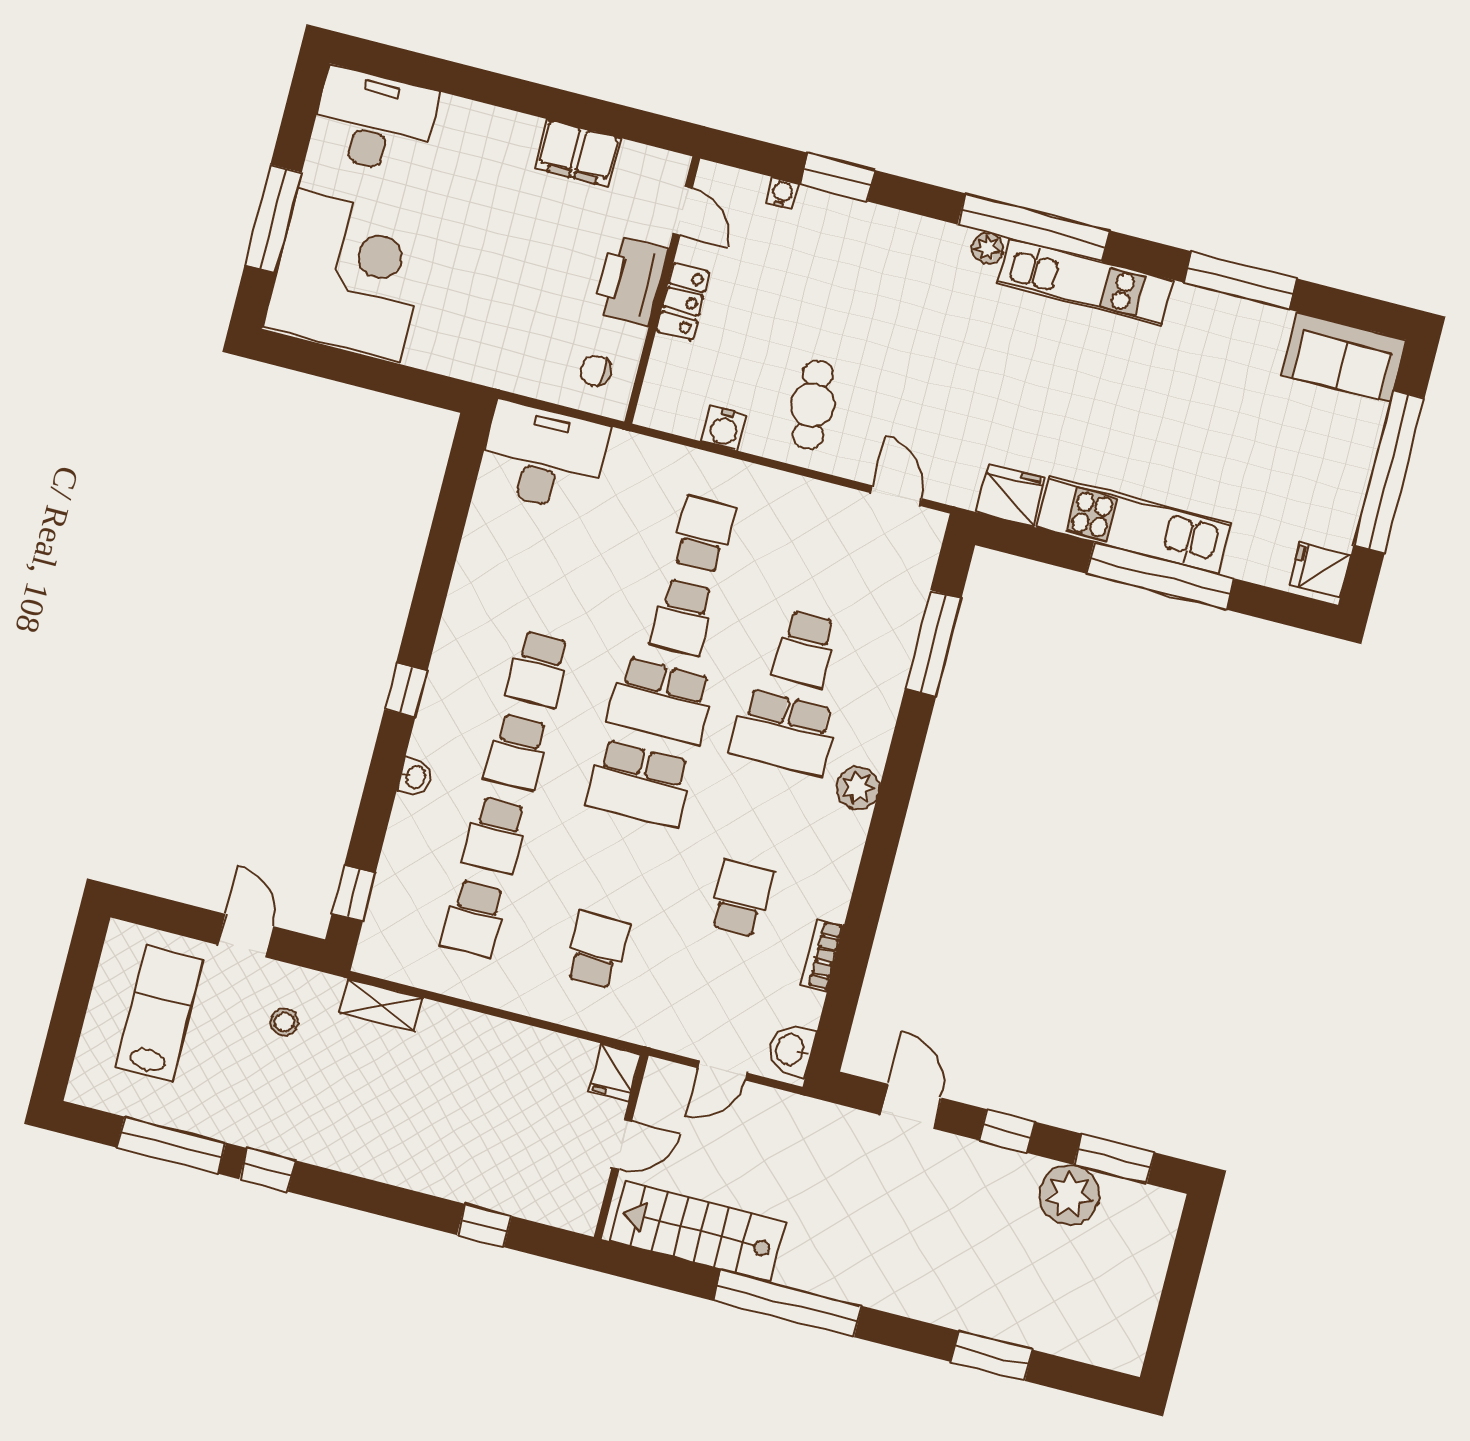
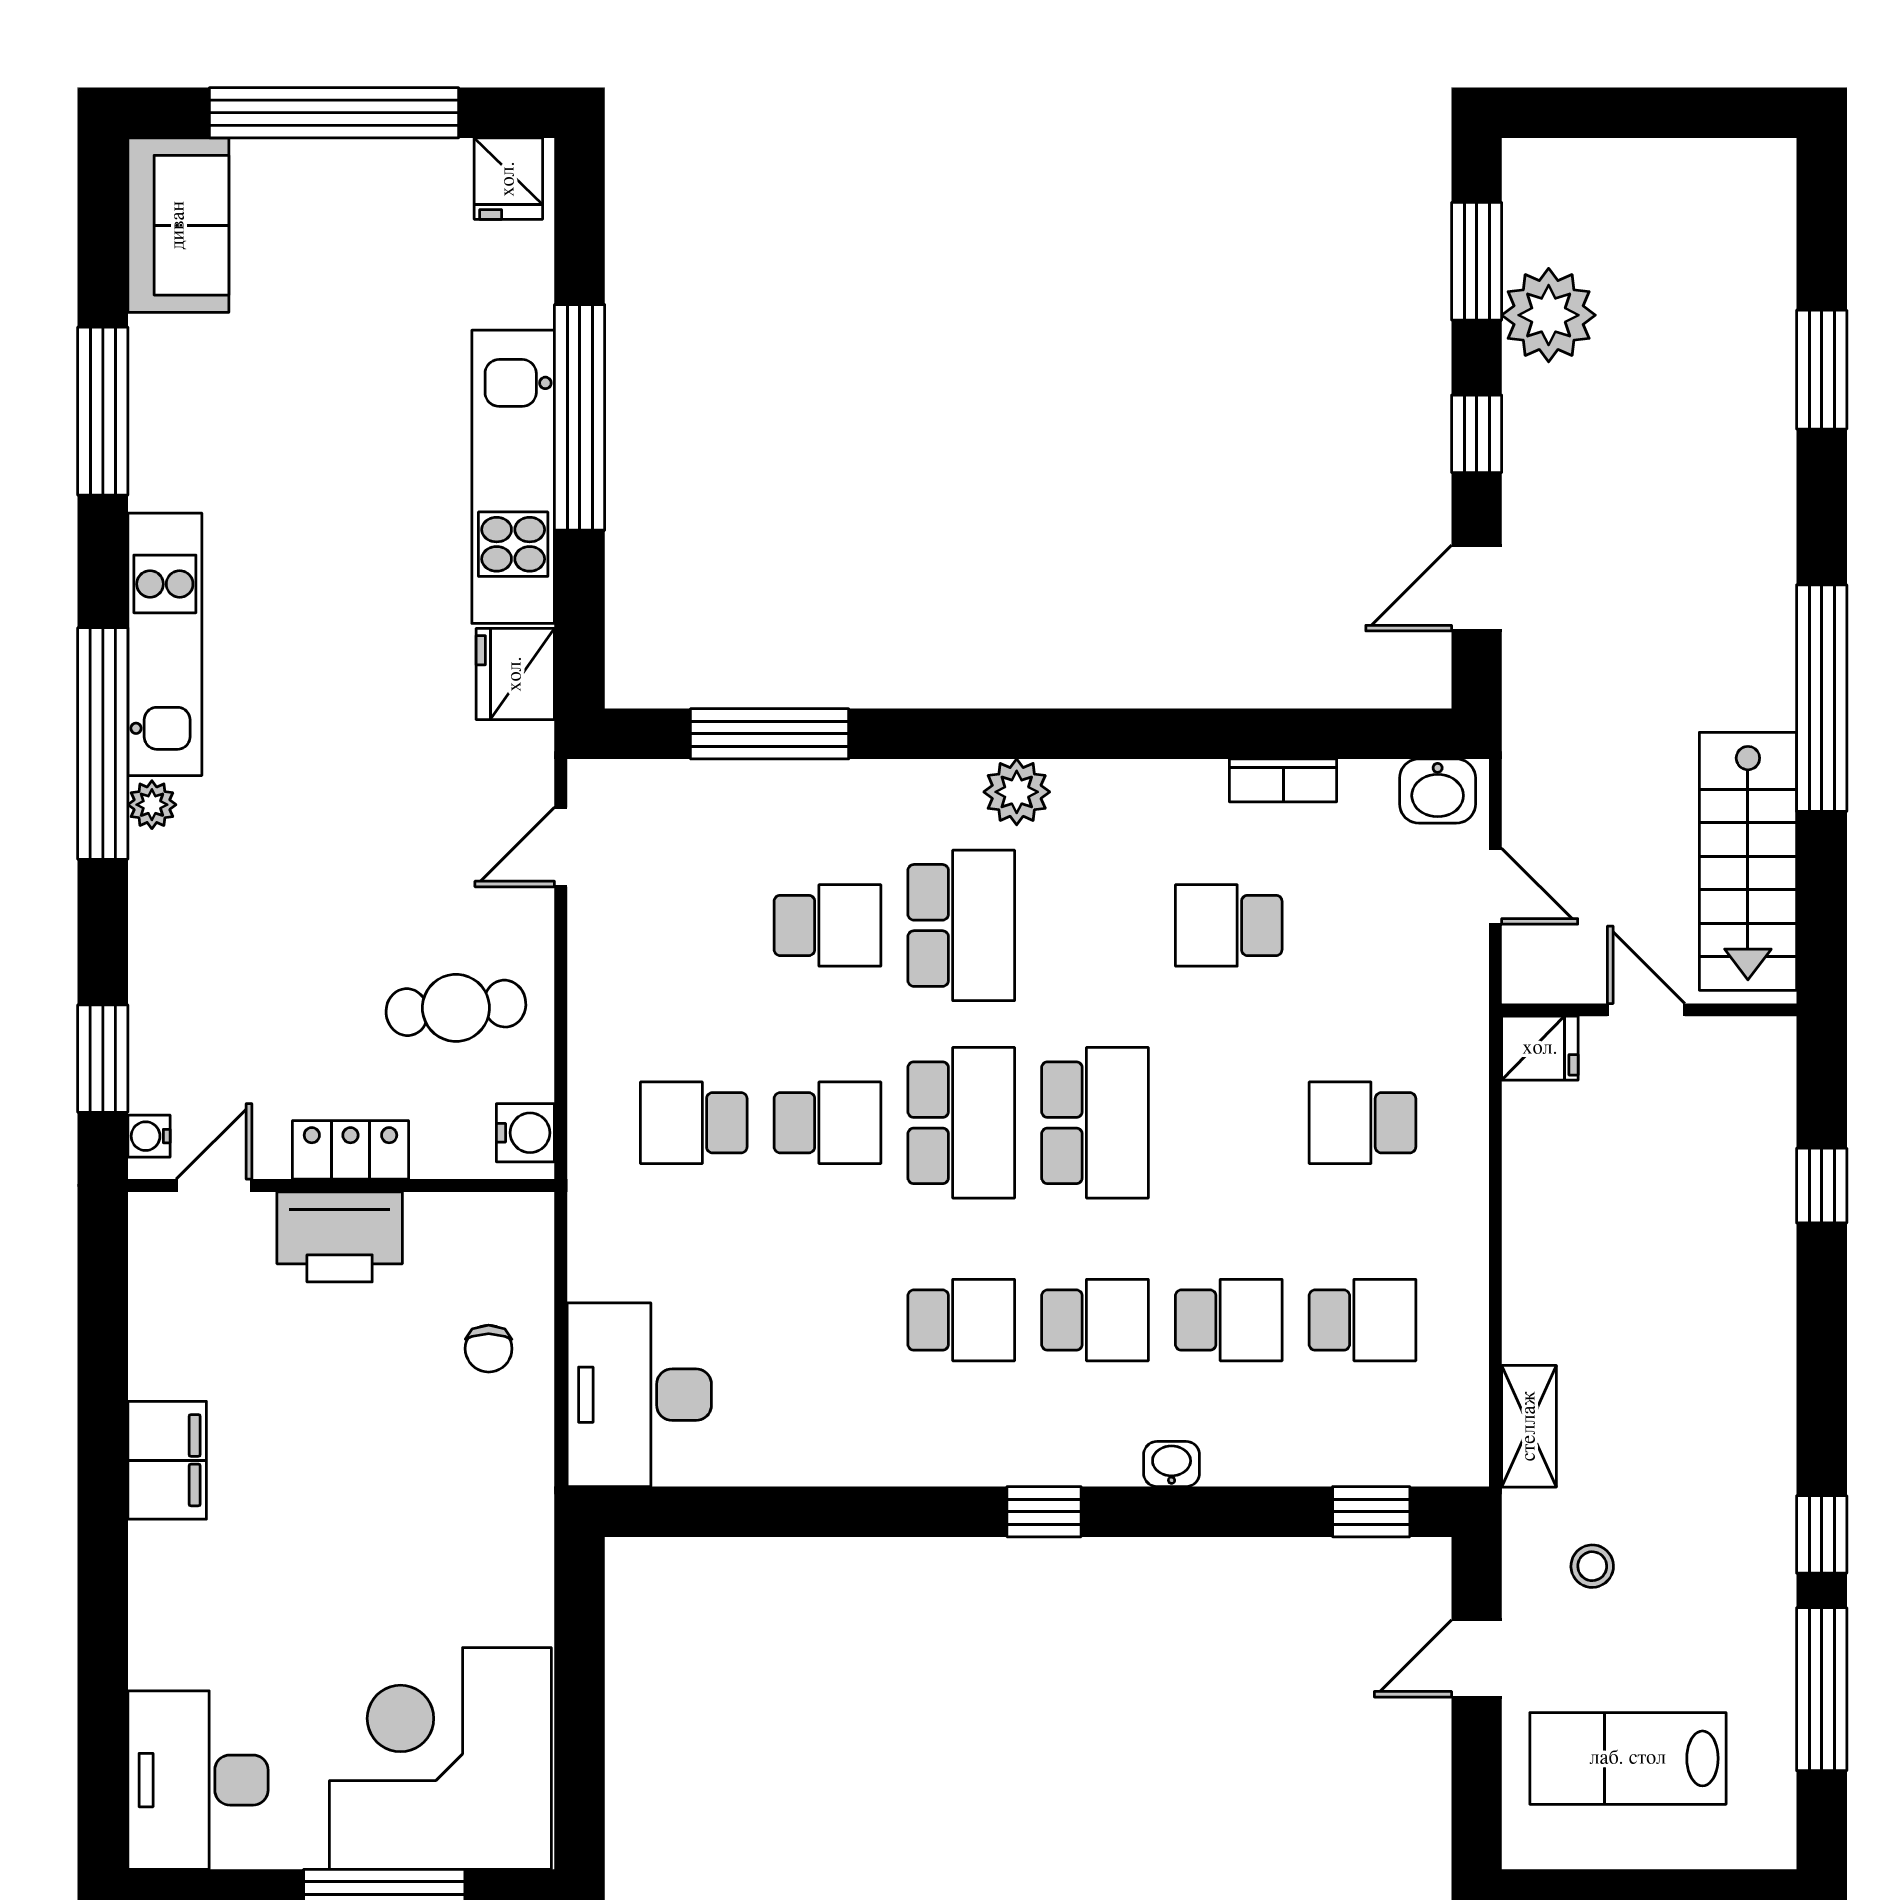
door: (683, 211) -> (214, 1185), moved
printer: (631, 281) -> (340, 1237), moved
wall: (662, 290) -> (341, 1185), moved
locker: (683, 302) -> (350, 1150), moved

